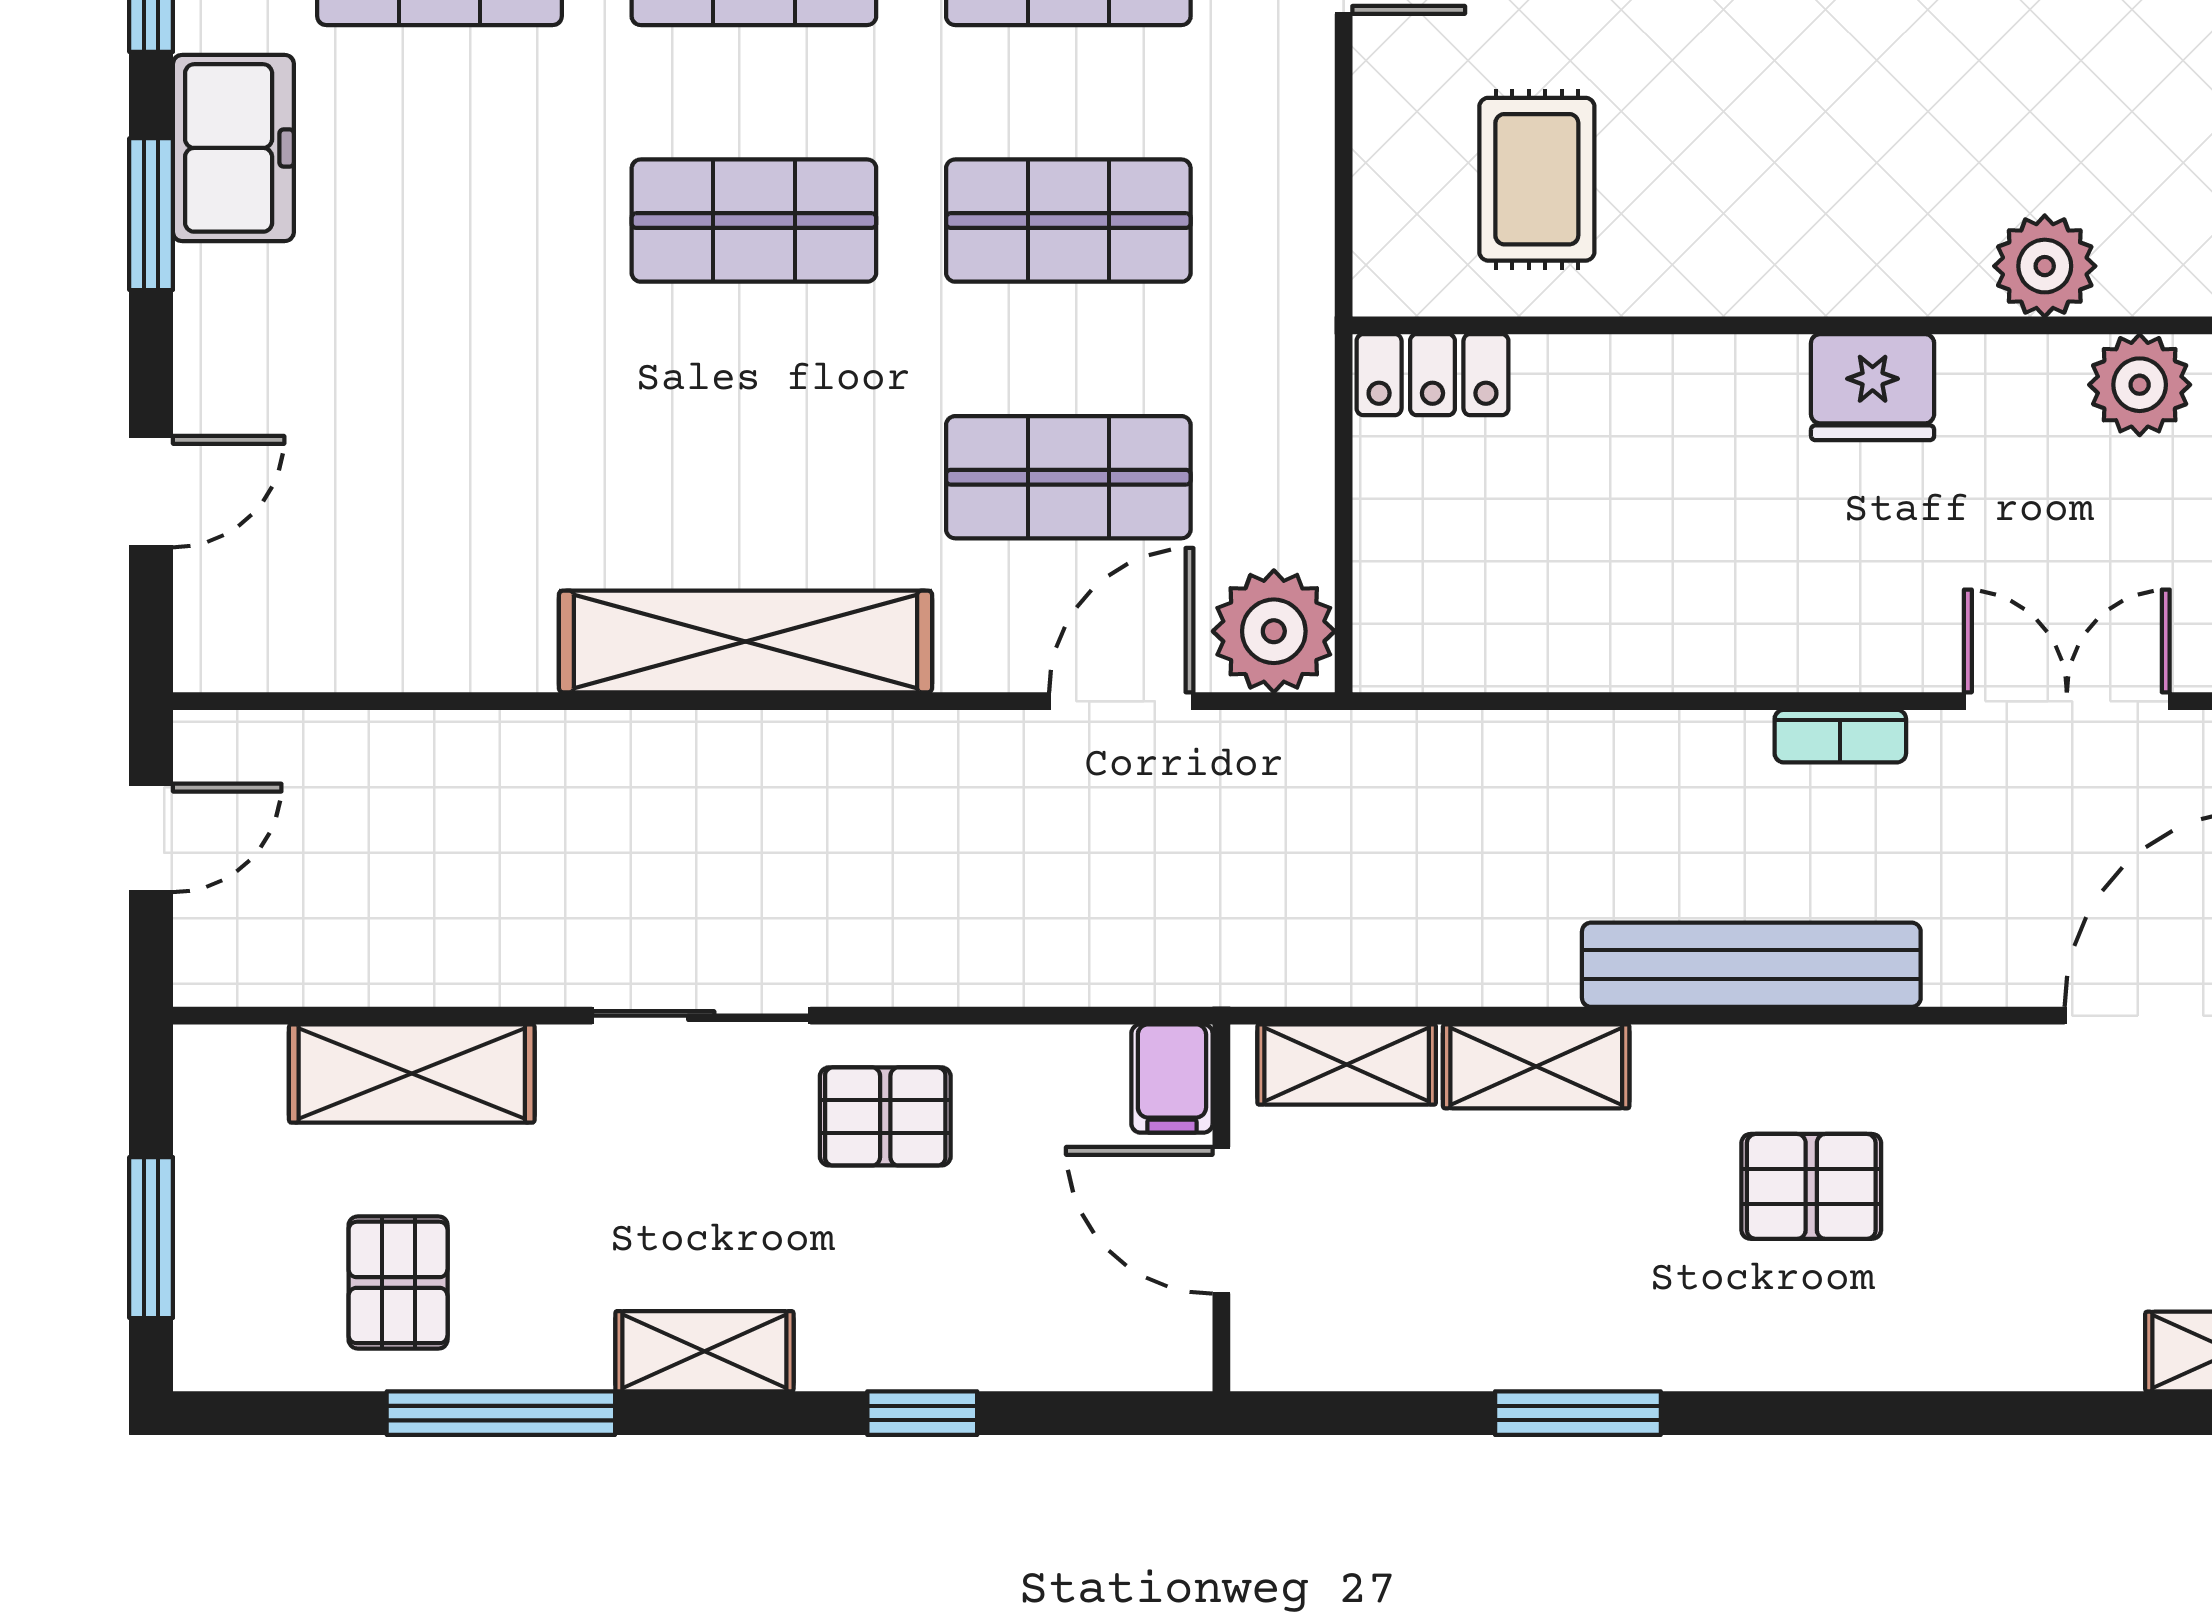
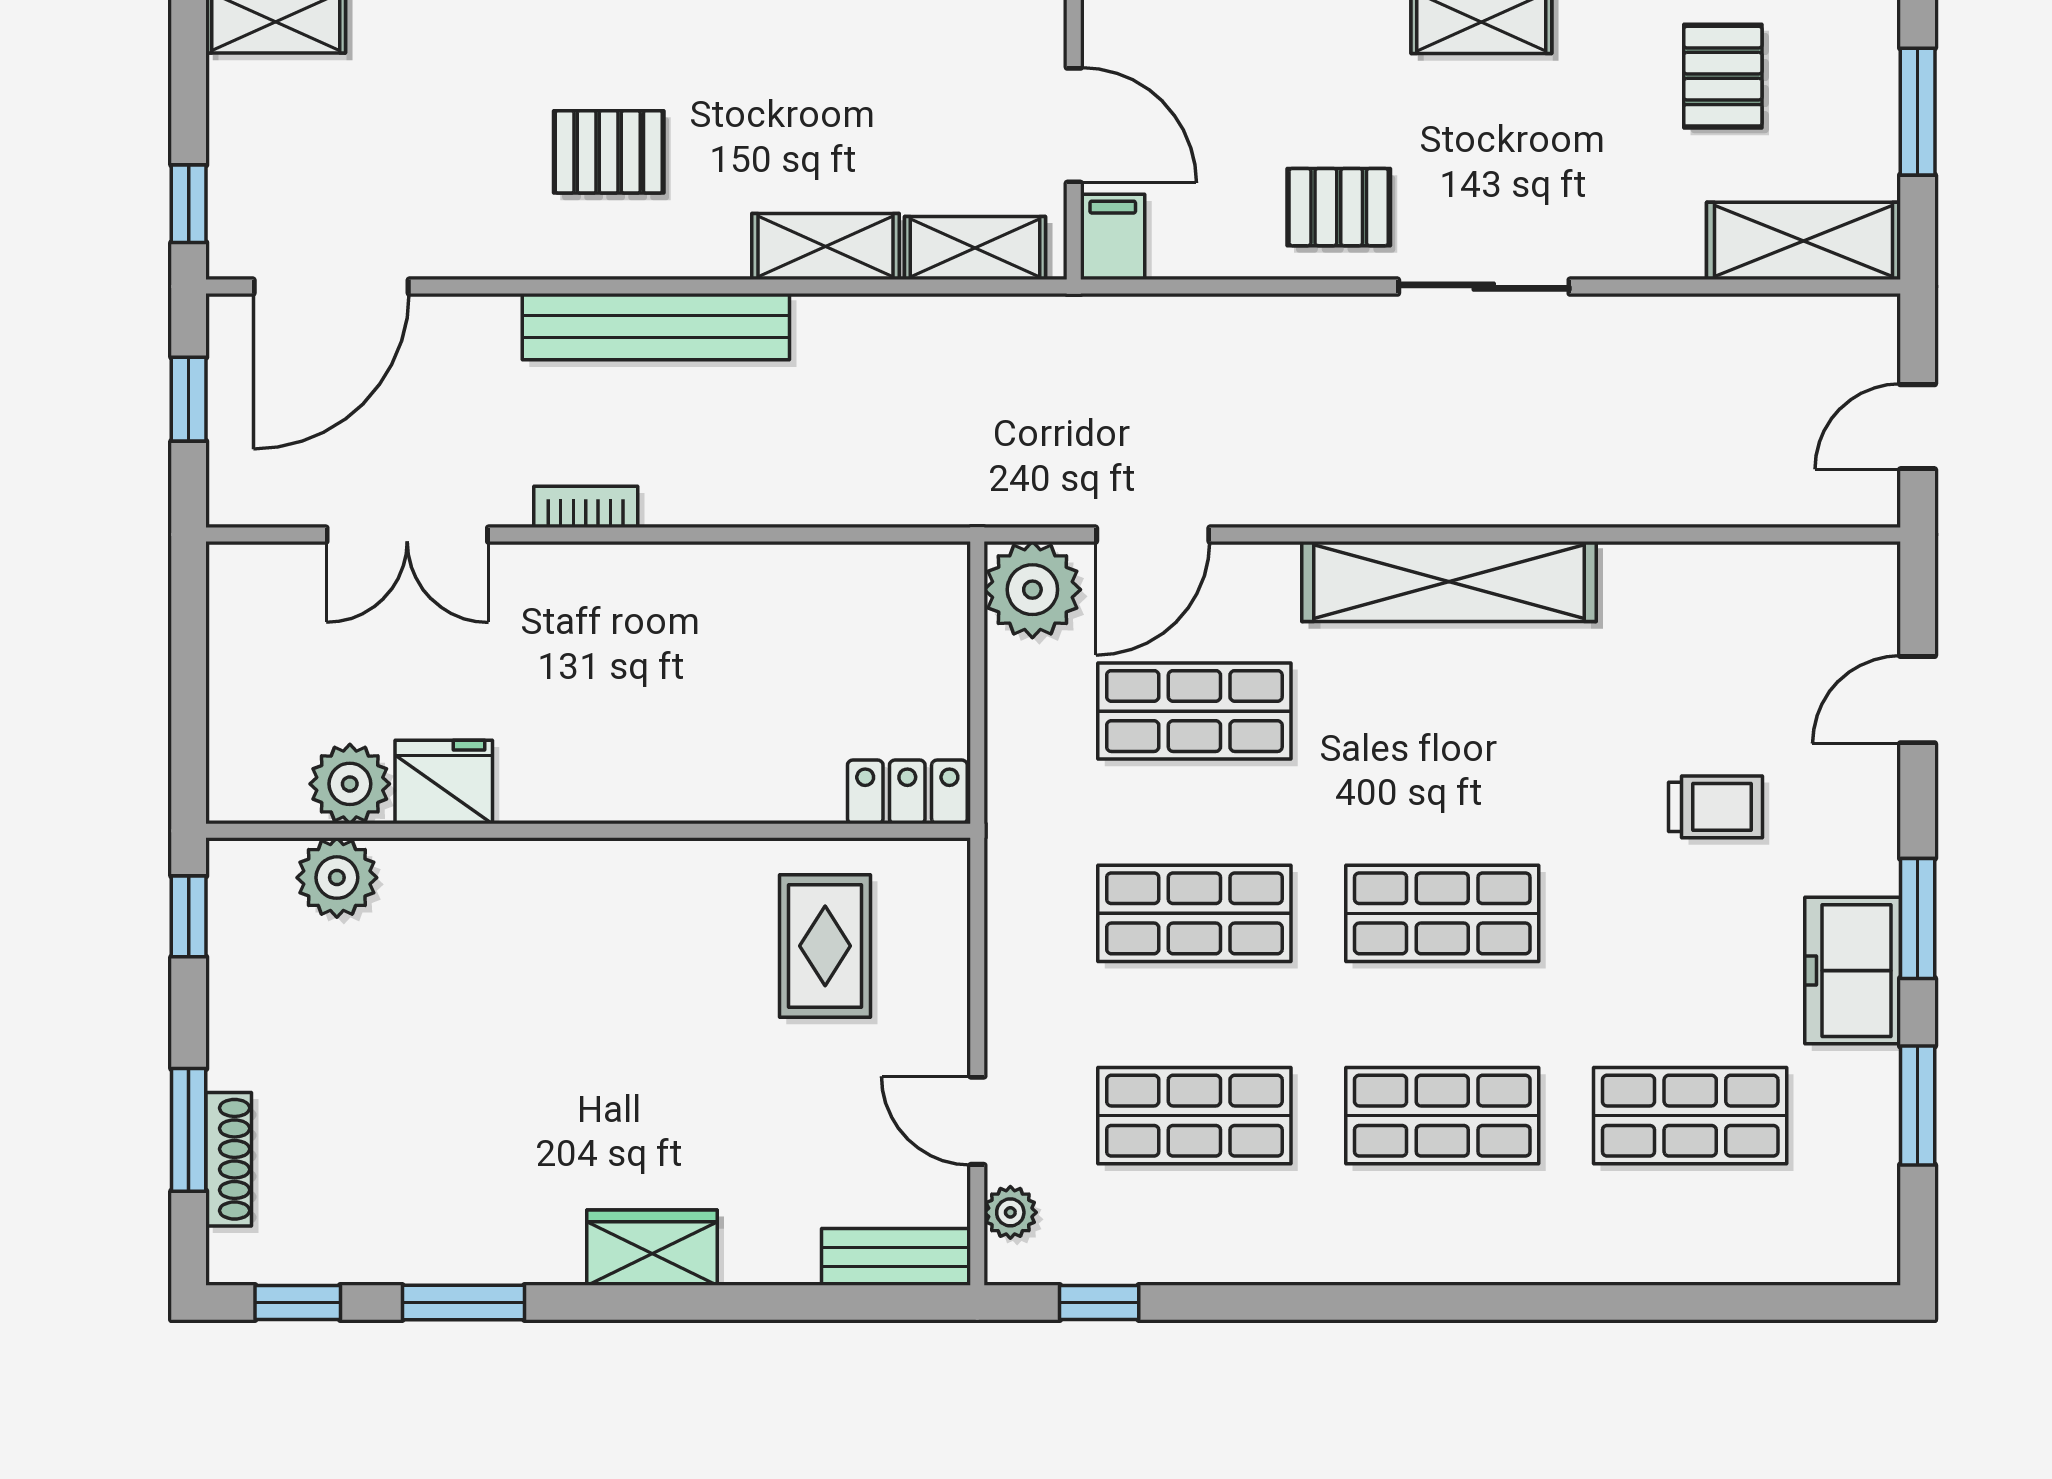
plant: (2045, 266) -> (337, 878), moved
trolley: (407, 356) -> (1715, 807), added
fridge: (1873, 387) -> (444, 782), moved
shelving: (412, 1073) -> (1803, 241), moved

